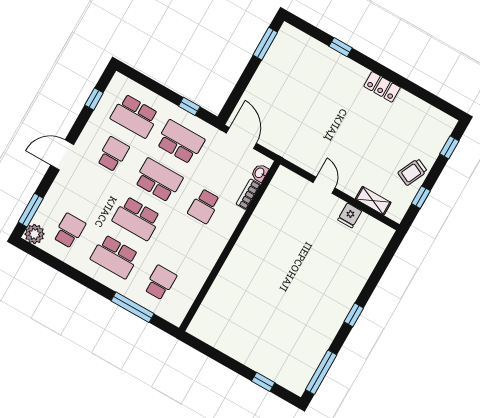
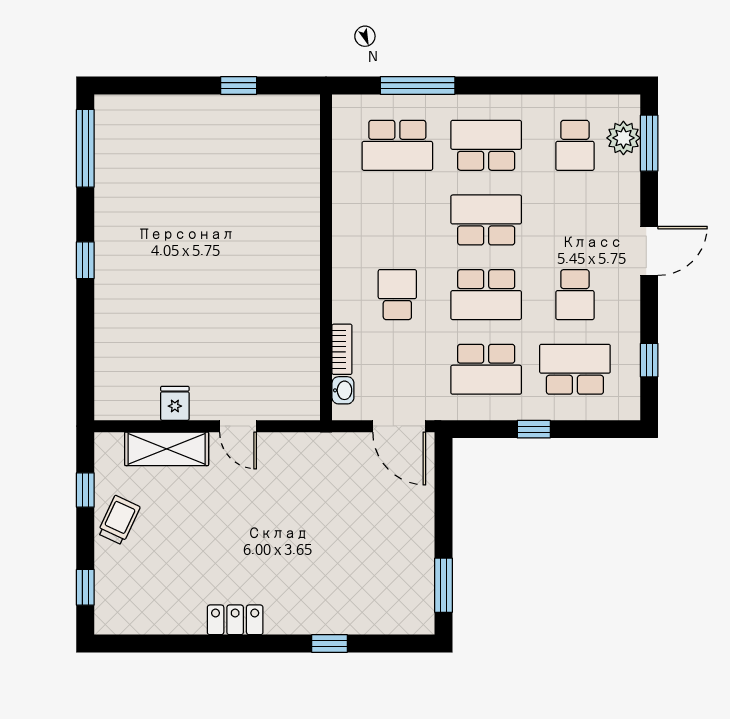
window: (189, 106) -> (534, 429), moved
shelving: (373, 201) -> (167, 449), width x1.50, depth x1.33
plant: (34, 234) -> (623, 138), moved
school desk: (160, 283) -> (397, 145), width x1.85
window: (263, 382) -> (239, 85), moved

